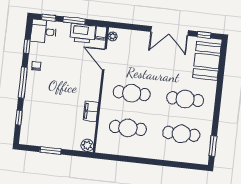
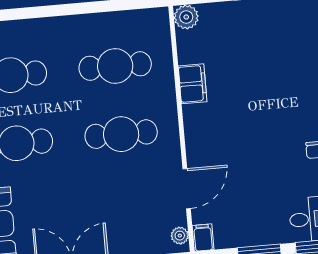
printer: (83, 33) -> (238, 230), removed
door: (104, 59) -> (187, 189), hinge flipped

